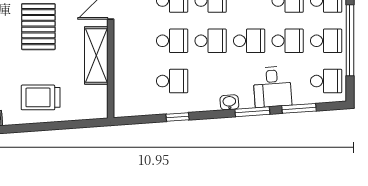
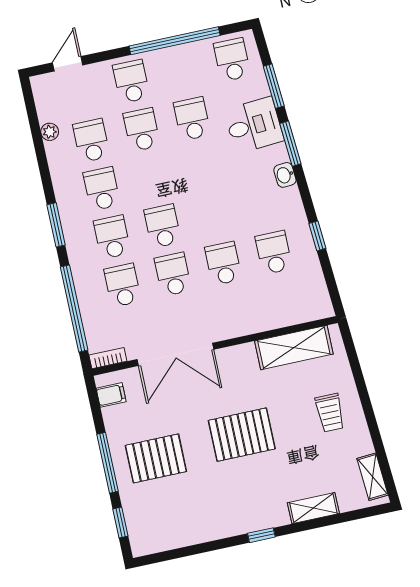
school desk: (211, 41) -> (213, 215), removed
school desk: (249, 41) -> (203, 167), removed
school desk: (326, 41) -> (182, 71), removed
shelving: (96, 55) -> (294, 348), moved
trolley: (41, 97) -> (330, 413), width x0.73, depth x0.72

